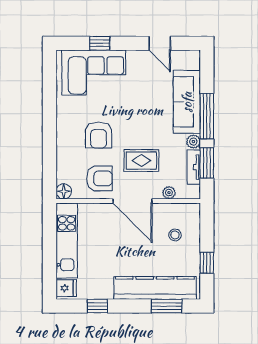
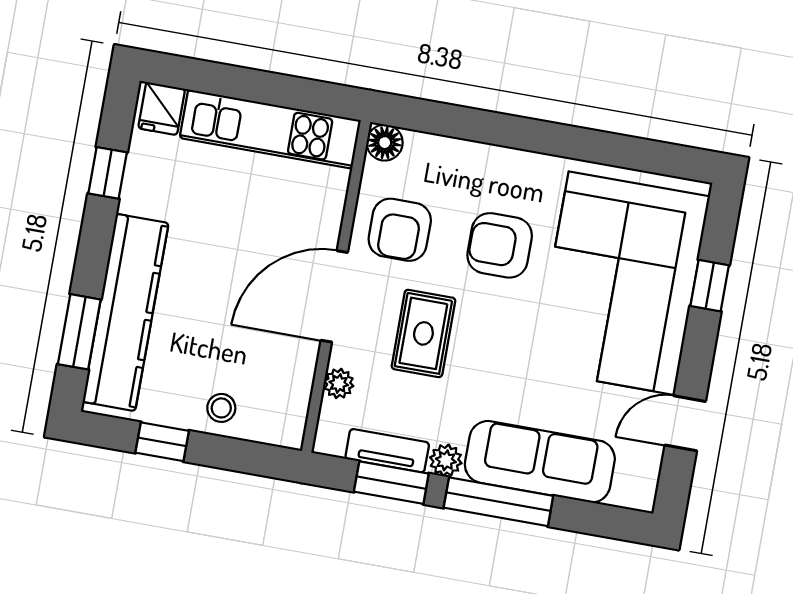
corner sofa: (94, 73) -> (622, 283), width x1.36, depth x1.36
stool: (175, 235) -> (221, 408), moved

